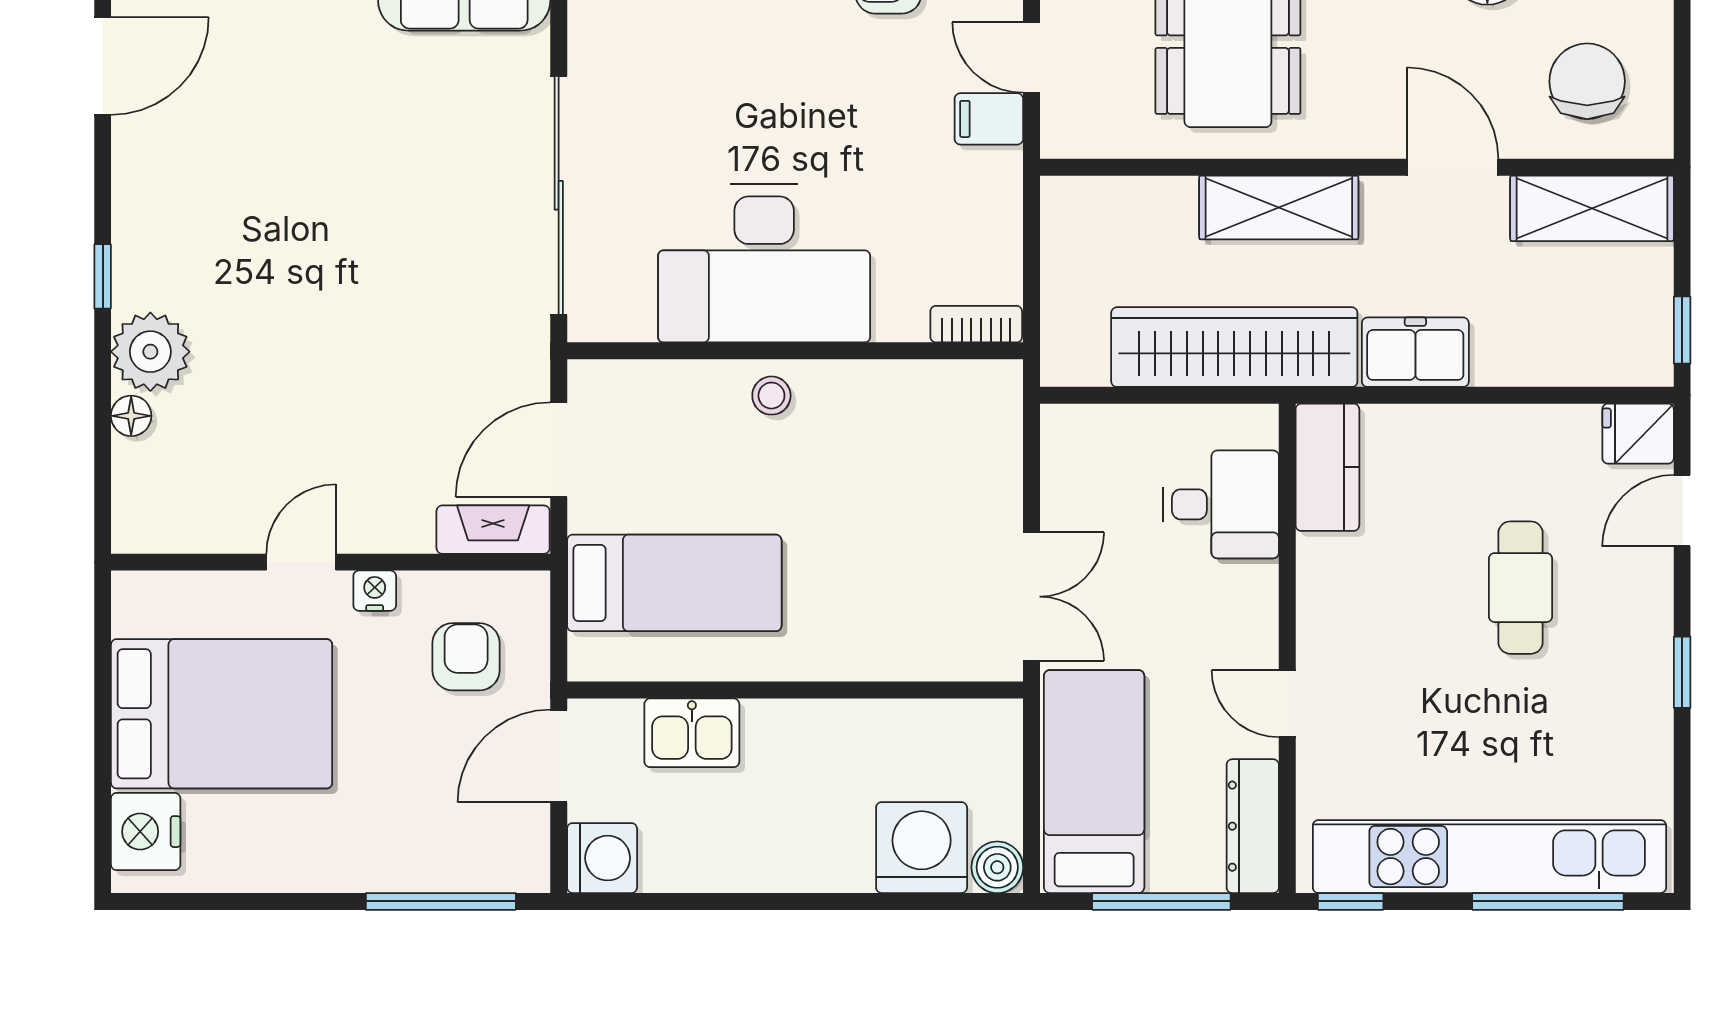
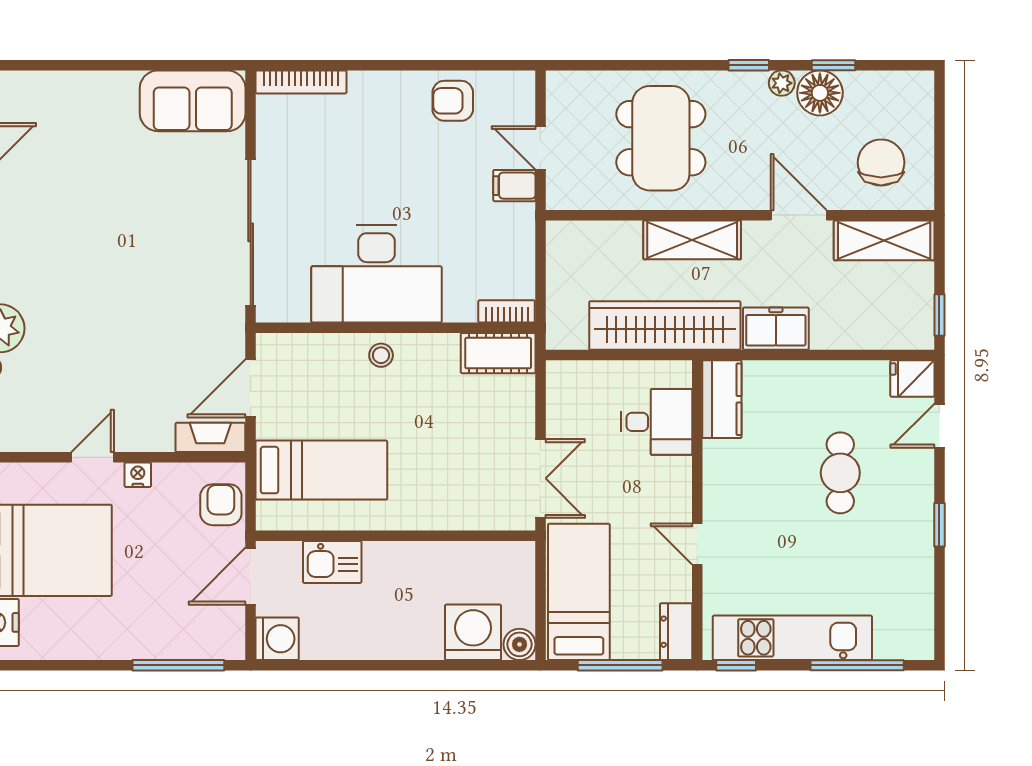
cot: (962, 392) -> (498, 353), added
armchair: (466, 657) -> (221, 505), moved
dresser: (1253, 826) -> (676, 632), width x0.70
kitchen unit: (1489, 857) -> (792, 638), width x0.73

